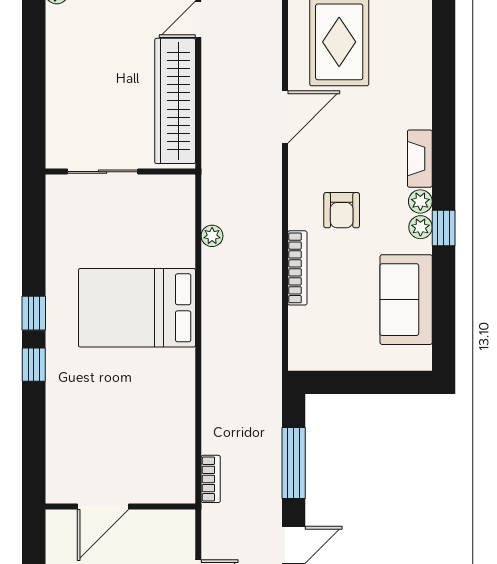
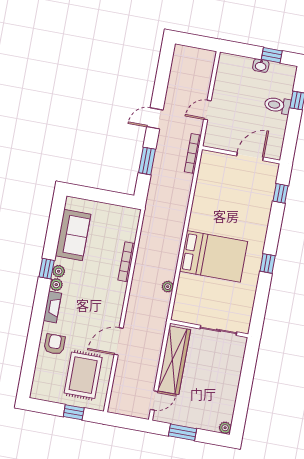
armchair: (342, 210) -> (55, 344), moved
window: (34, 365) -> (280, 193), moved
window: (294, 463) -> (147, 161), width x0.69
bookcase: (211, 479) -> (193, 154), width x1.56

